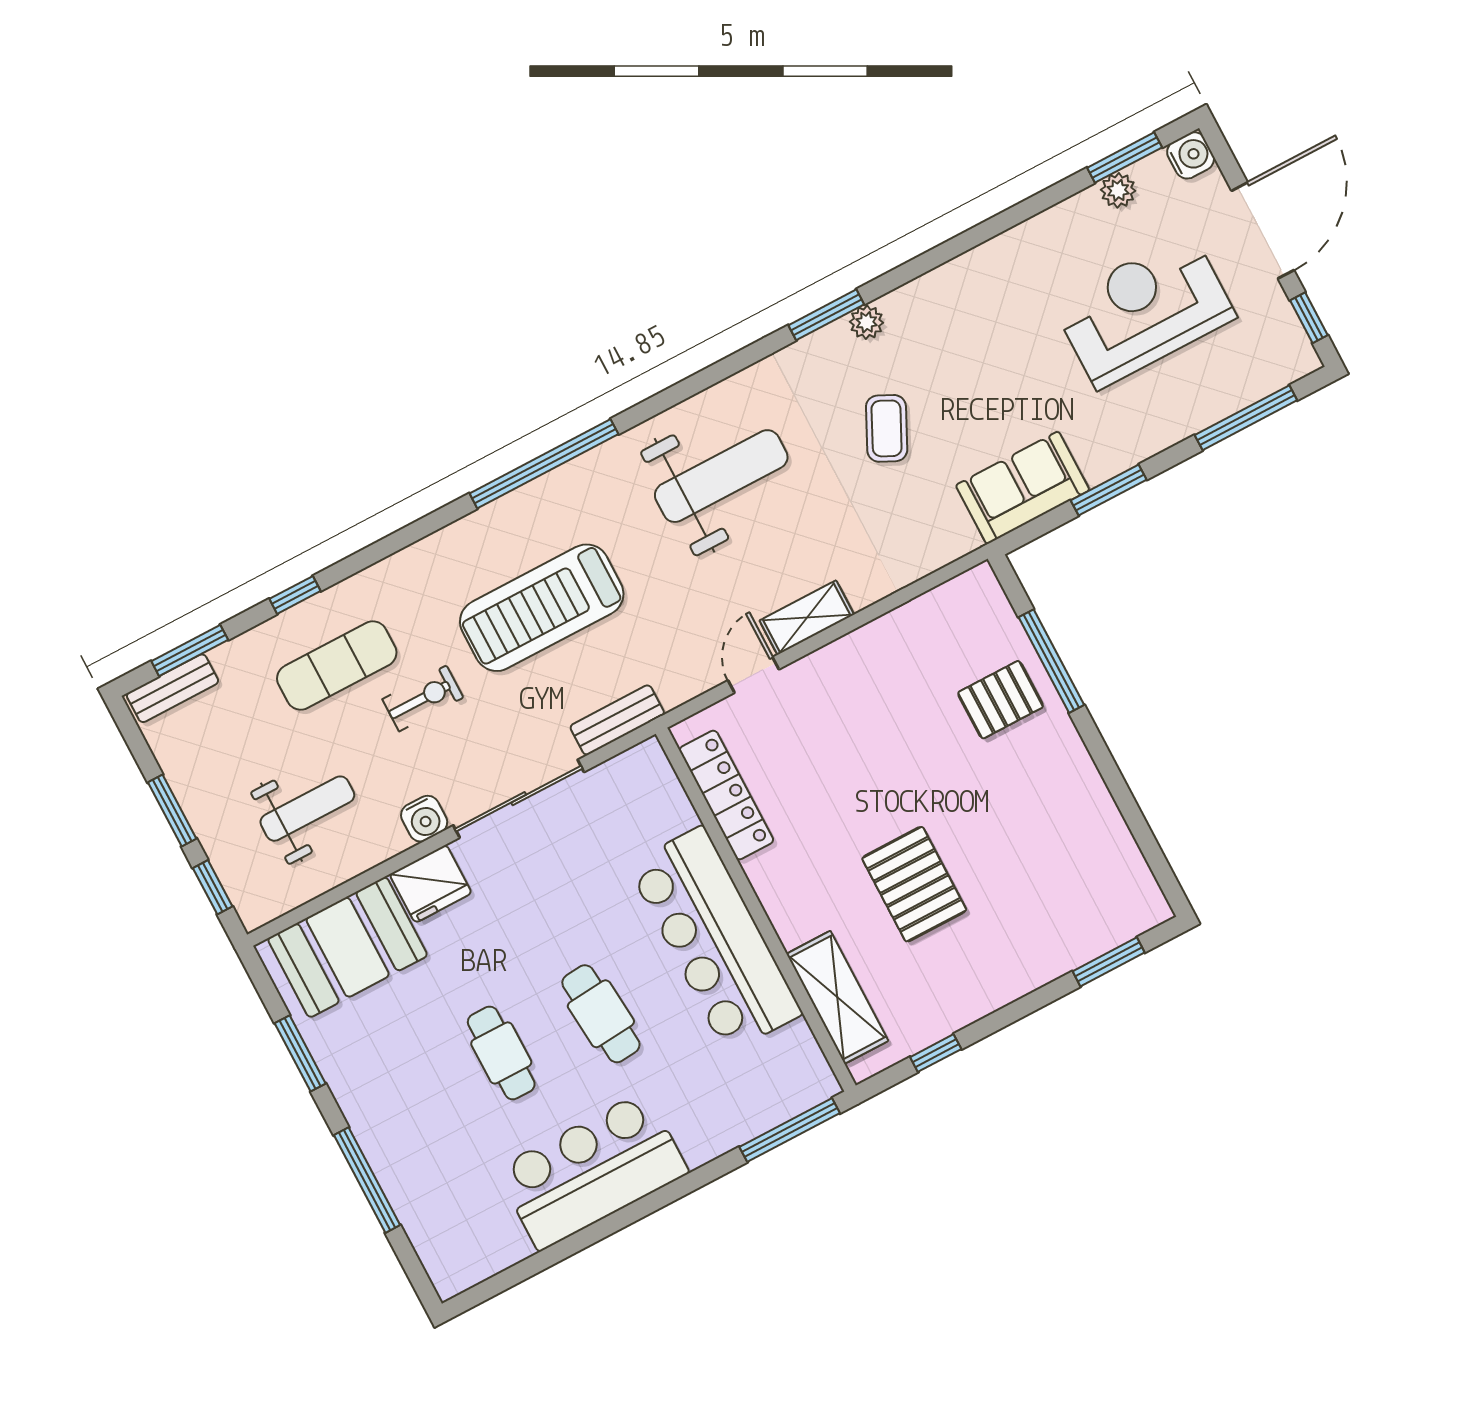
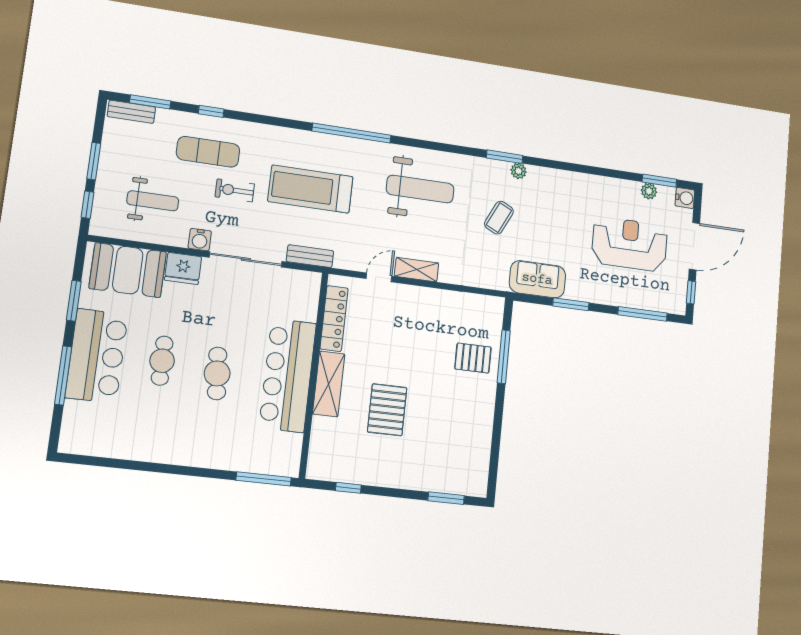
exercise bike: (423, 698) -> (235, 190), turned 180
shelving: (837, 997) -> (329, 384), moved
bar counter: (592, 1171) -> (97, 356), moved, turned 90

